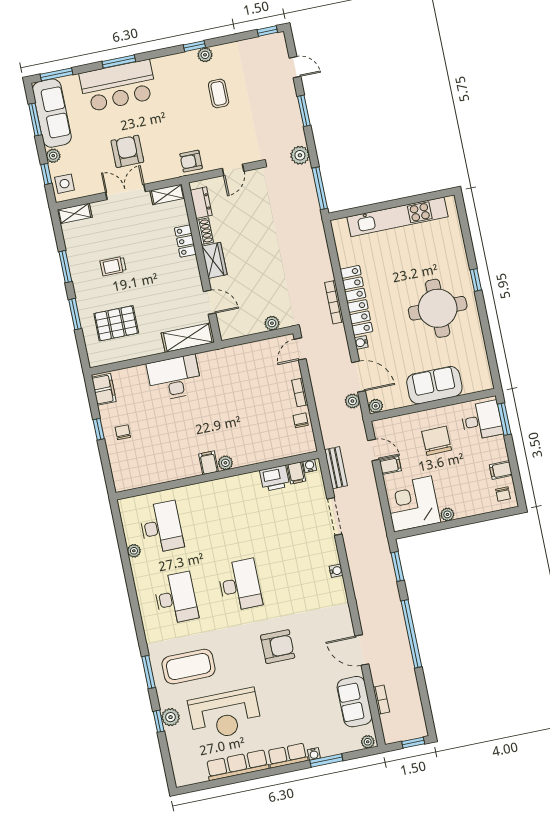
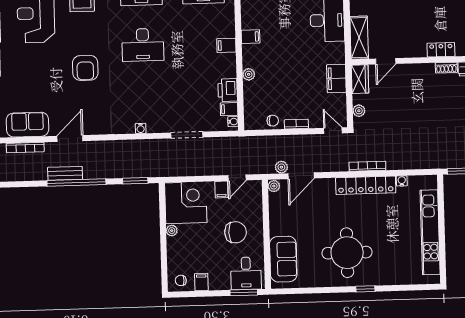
wardrobe: (214, 260) -> (360, 79), moved, turned -90
water cooler: (361, 342) -> (402, 181), moved
filing cabinet: (239, 355) -> (336, 79), added
sofa: (434, 385) -> (283, 259), moved
plant: (225, 463) -> (249, 74), moved
bench: (336, 468) -> (65, 173), moved
filing cabinet: (223, 489) -> (226, 45), added
bookcase: (381, 700) -> (25, 148), width x1.56

